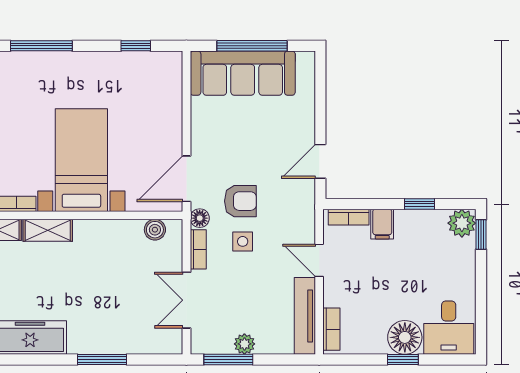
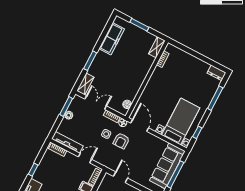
bed with nightstands: (81, 160) -> (181, 121), moved, turned -90
shelving: (48, 230) -> (85, 84), moved
floor lamp: (405, 337) -> (41, 175), removed

